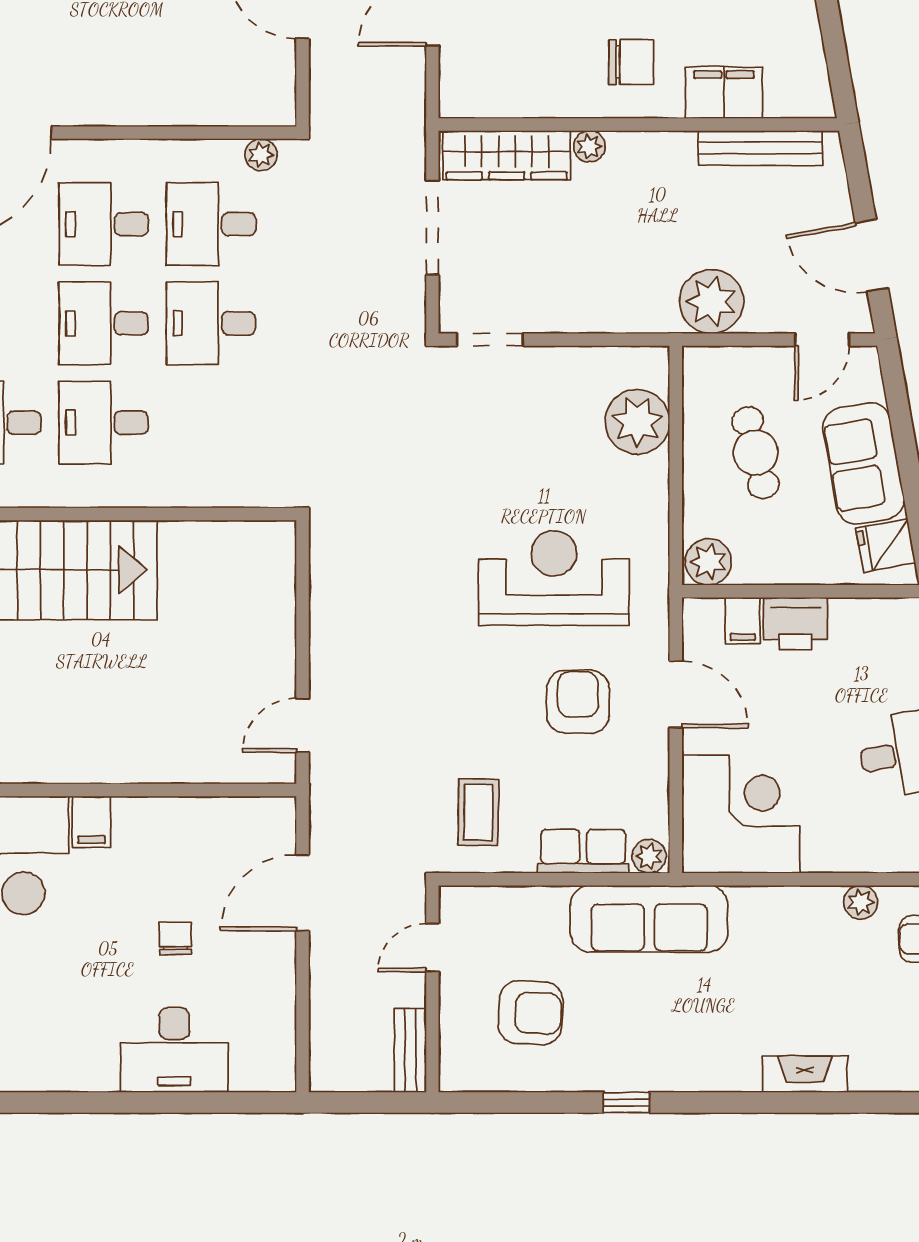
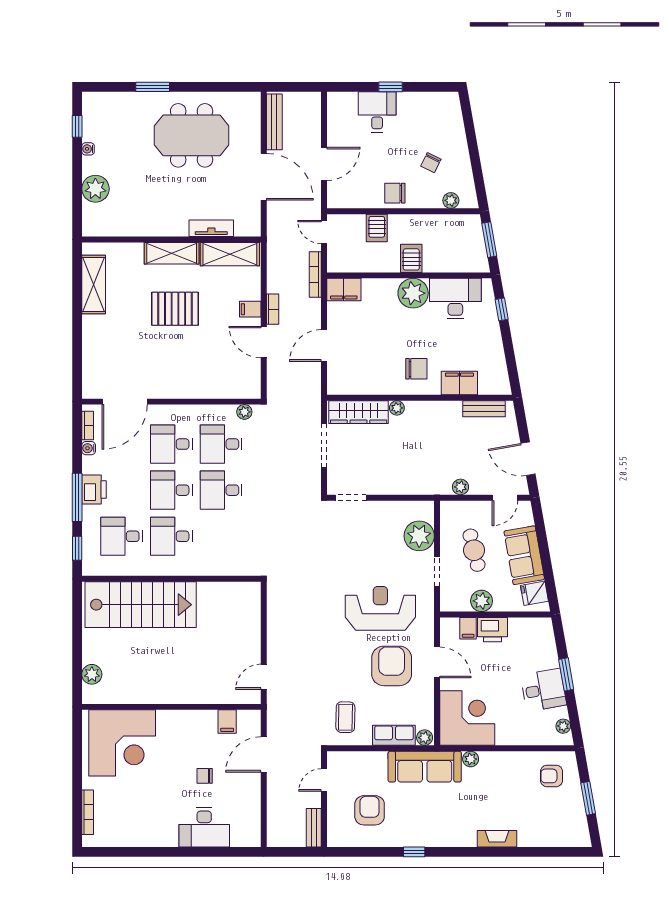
bench: (760, 148) -> (484, 409), width x0.73
plant: (711, 301) -> (461, 487), width x0.53, depth x0.53
doorway: (676, 498) -> (437, 571), added
plant: (708, 562) -> (482, 601), moved
armchair: (578, 702) -> (392, 666), width x1.36, depth x1.36
filing cabinet: (92, 822) -> (227, 722), moved
plant: (861, 902) -> (471, 759), moved
chair: (175, 938) -> (205, 776), turned -90
armchair: (530, 1013) -> (370, 810), turned -93

